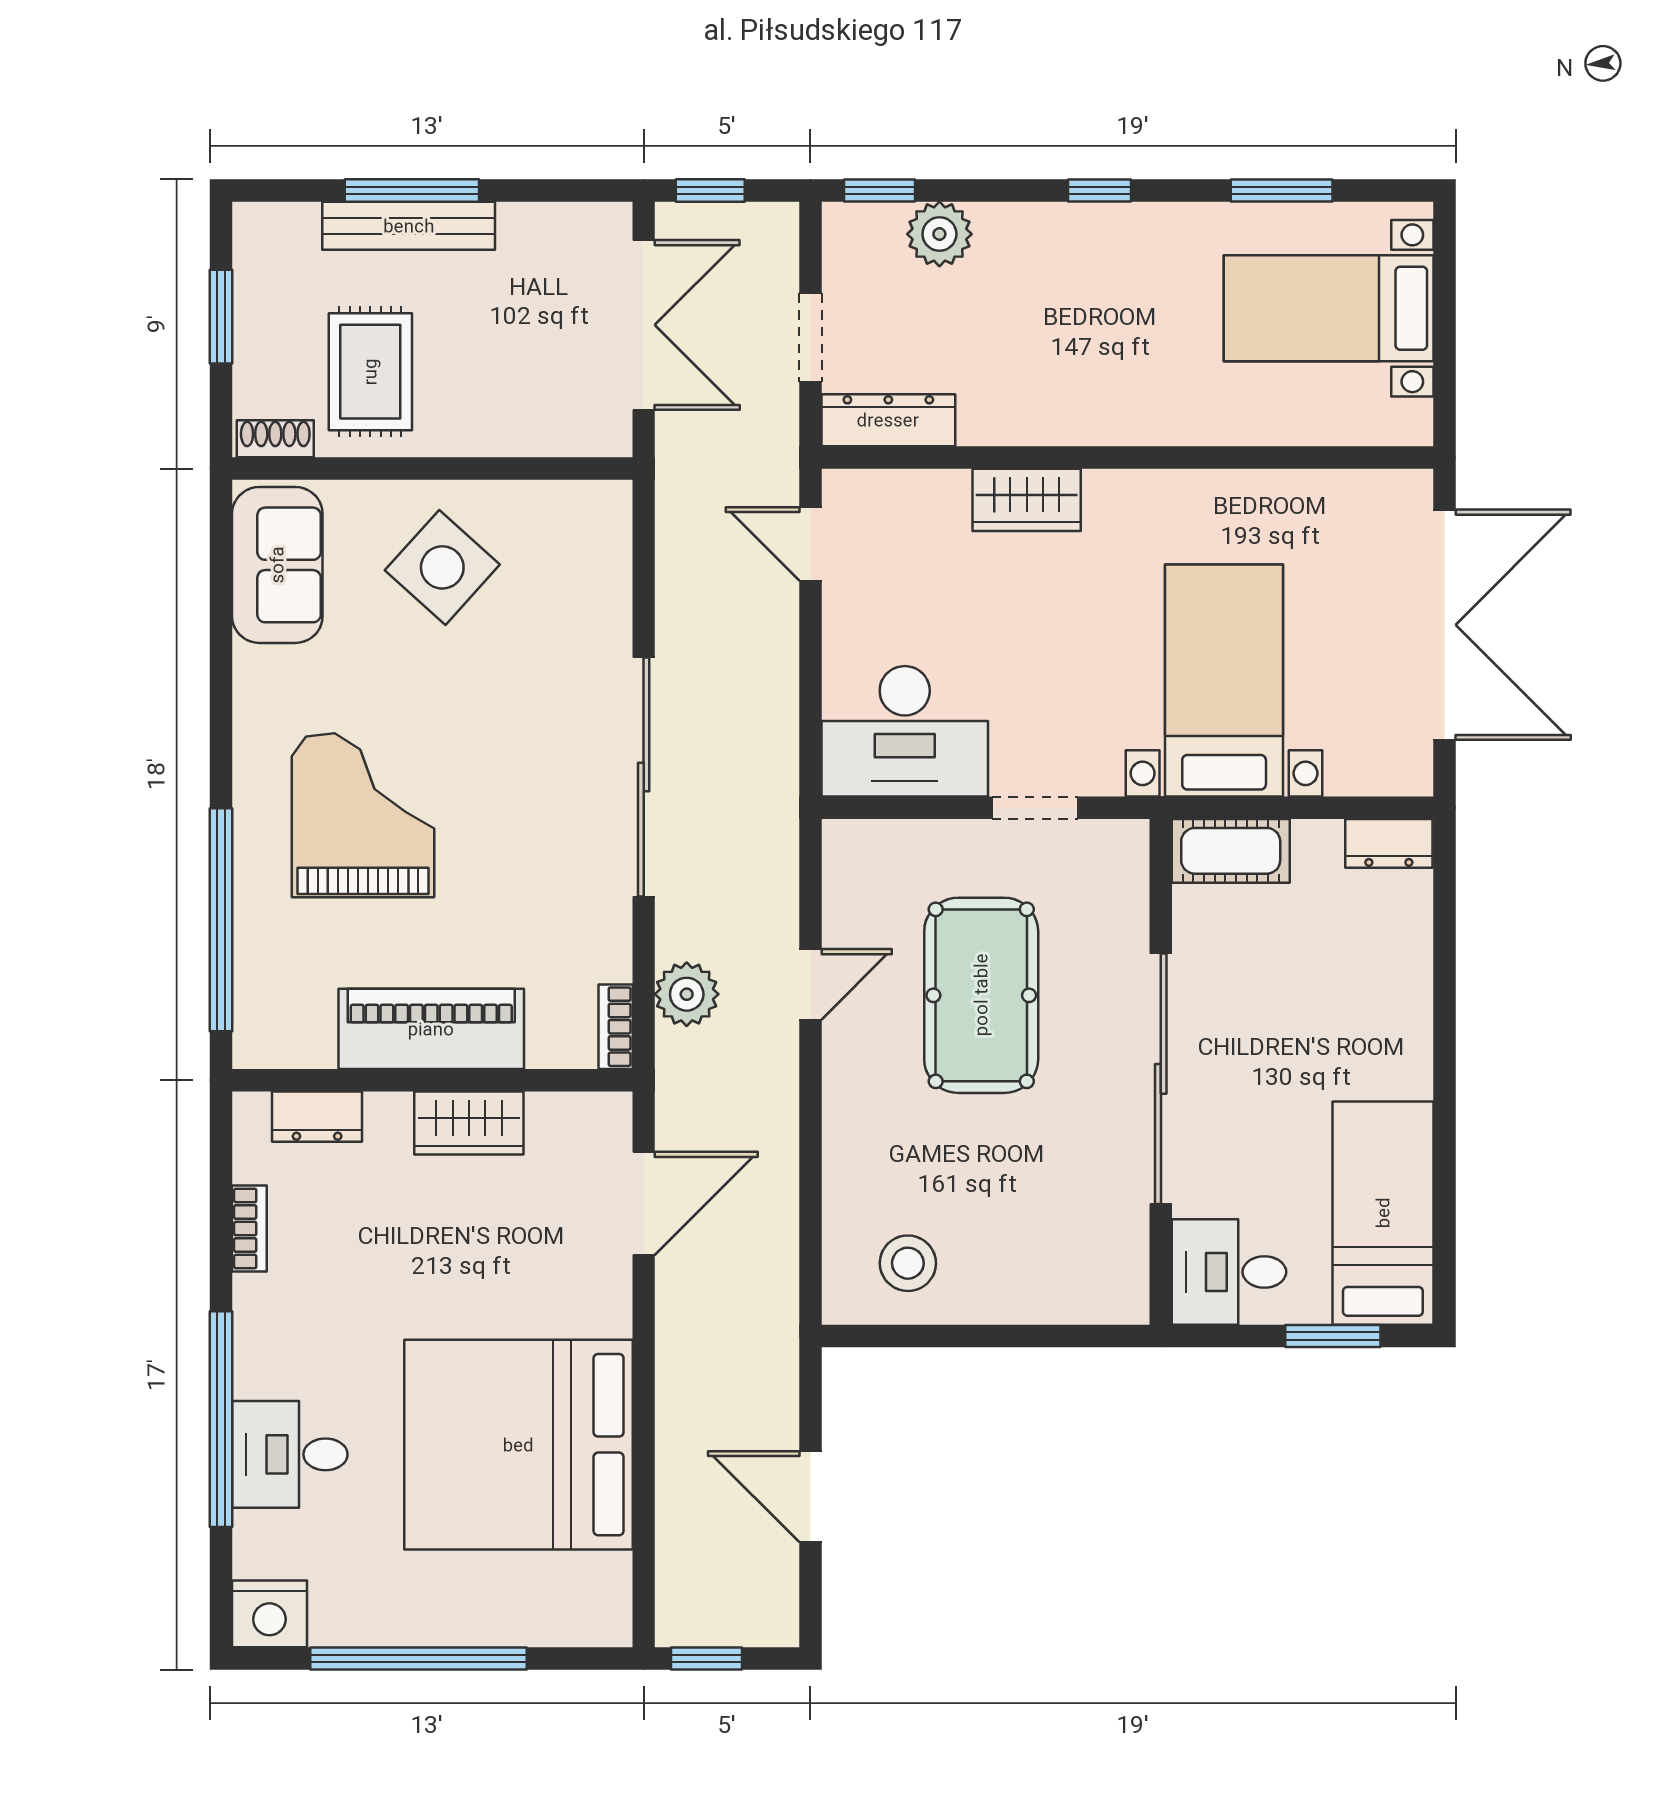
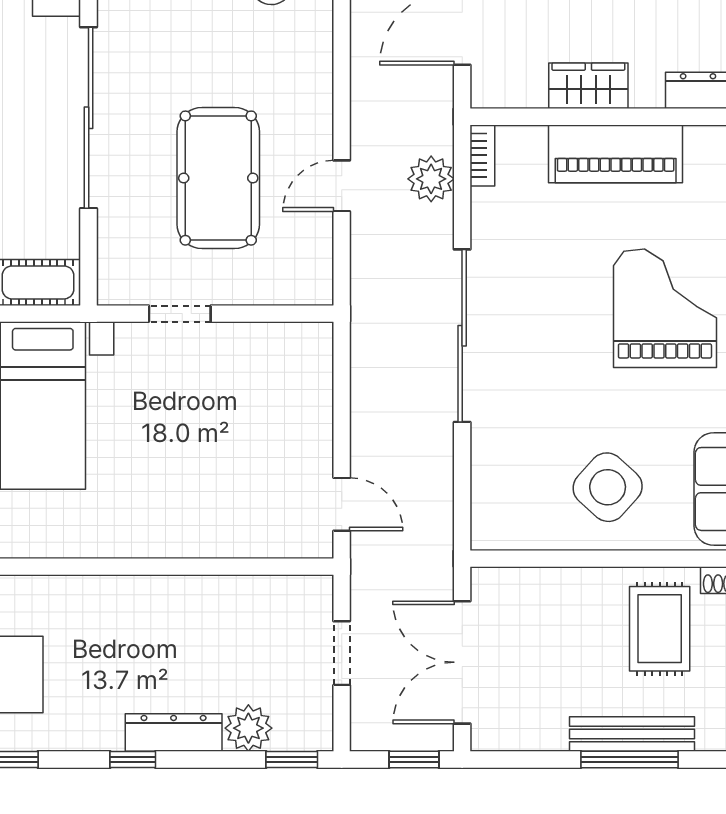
dresser: (888, 420) -> (174, 733), moved, turned 180
wardrobe: (1027, 500) -> (185, 536), removed
desk: (905, 731) -> (274, 369), removed
grand piano: (363, 815) -> (665, 308), turned 180

